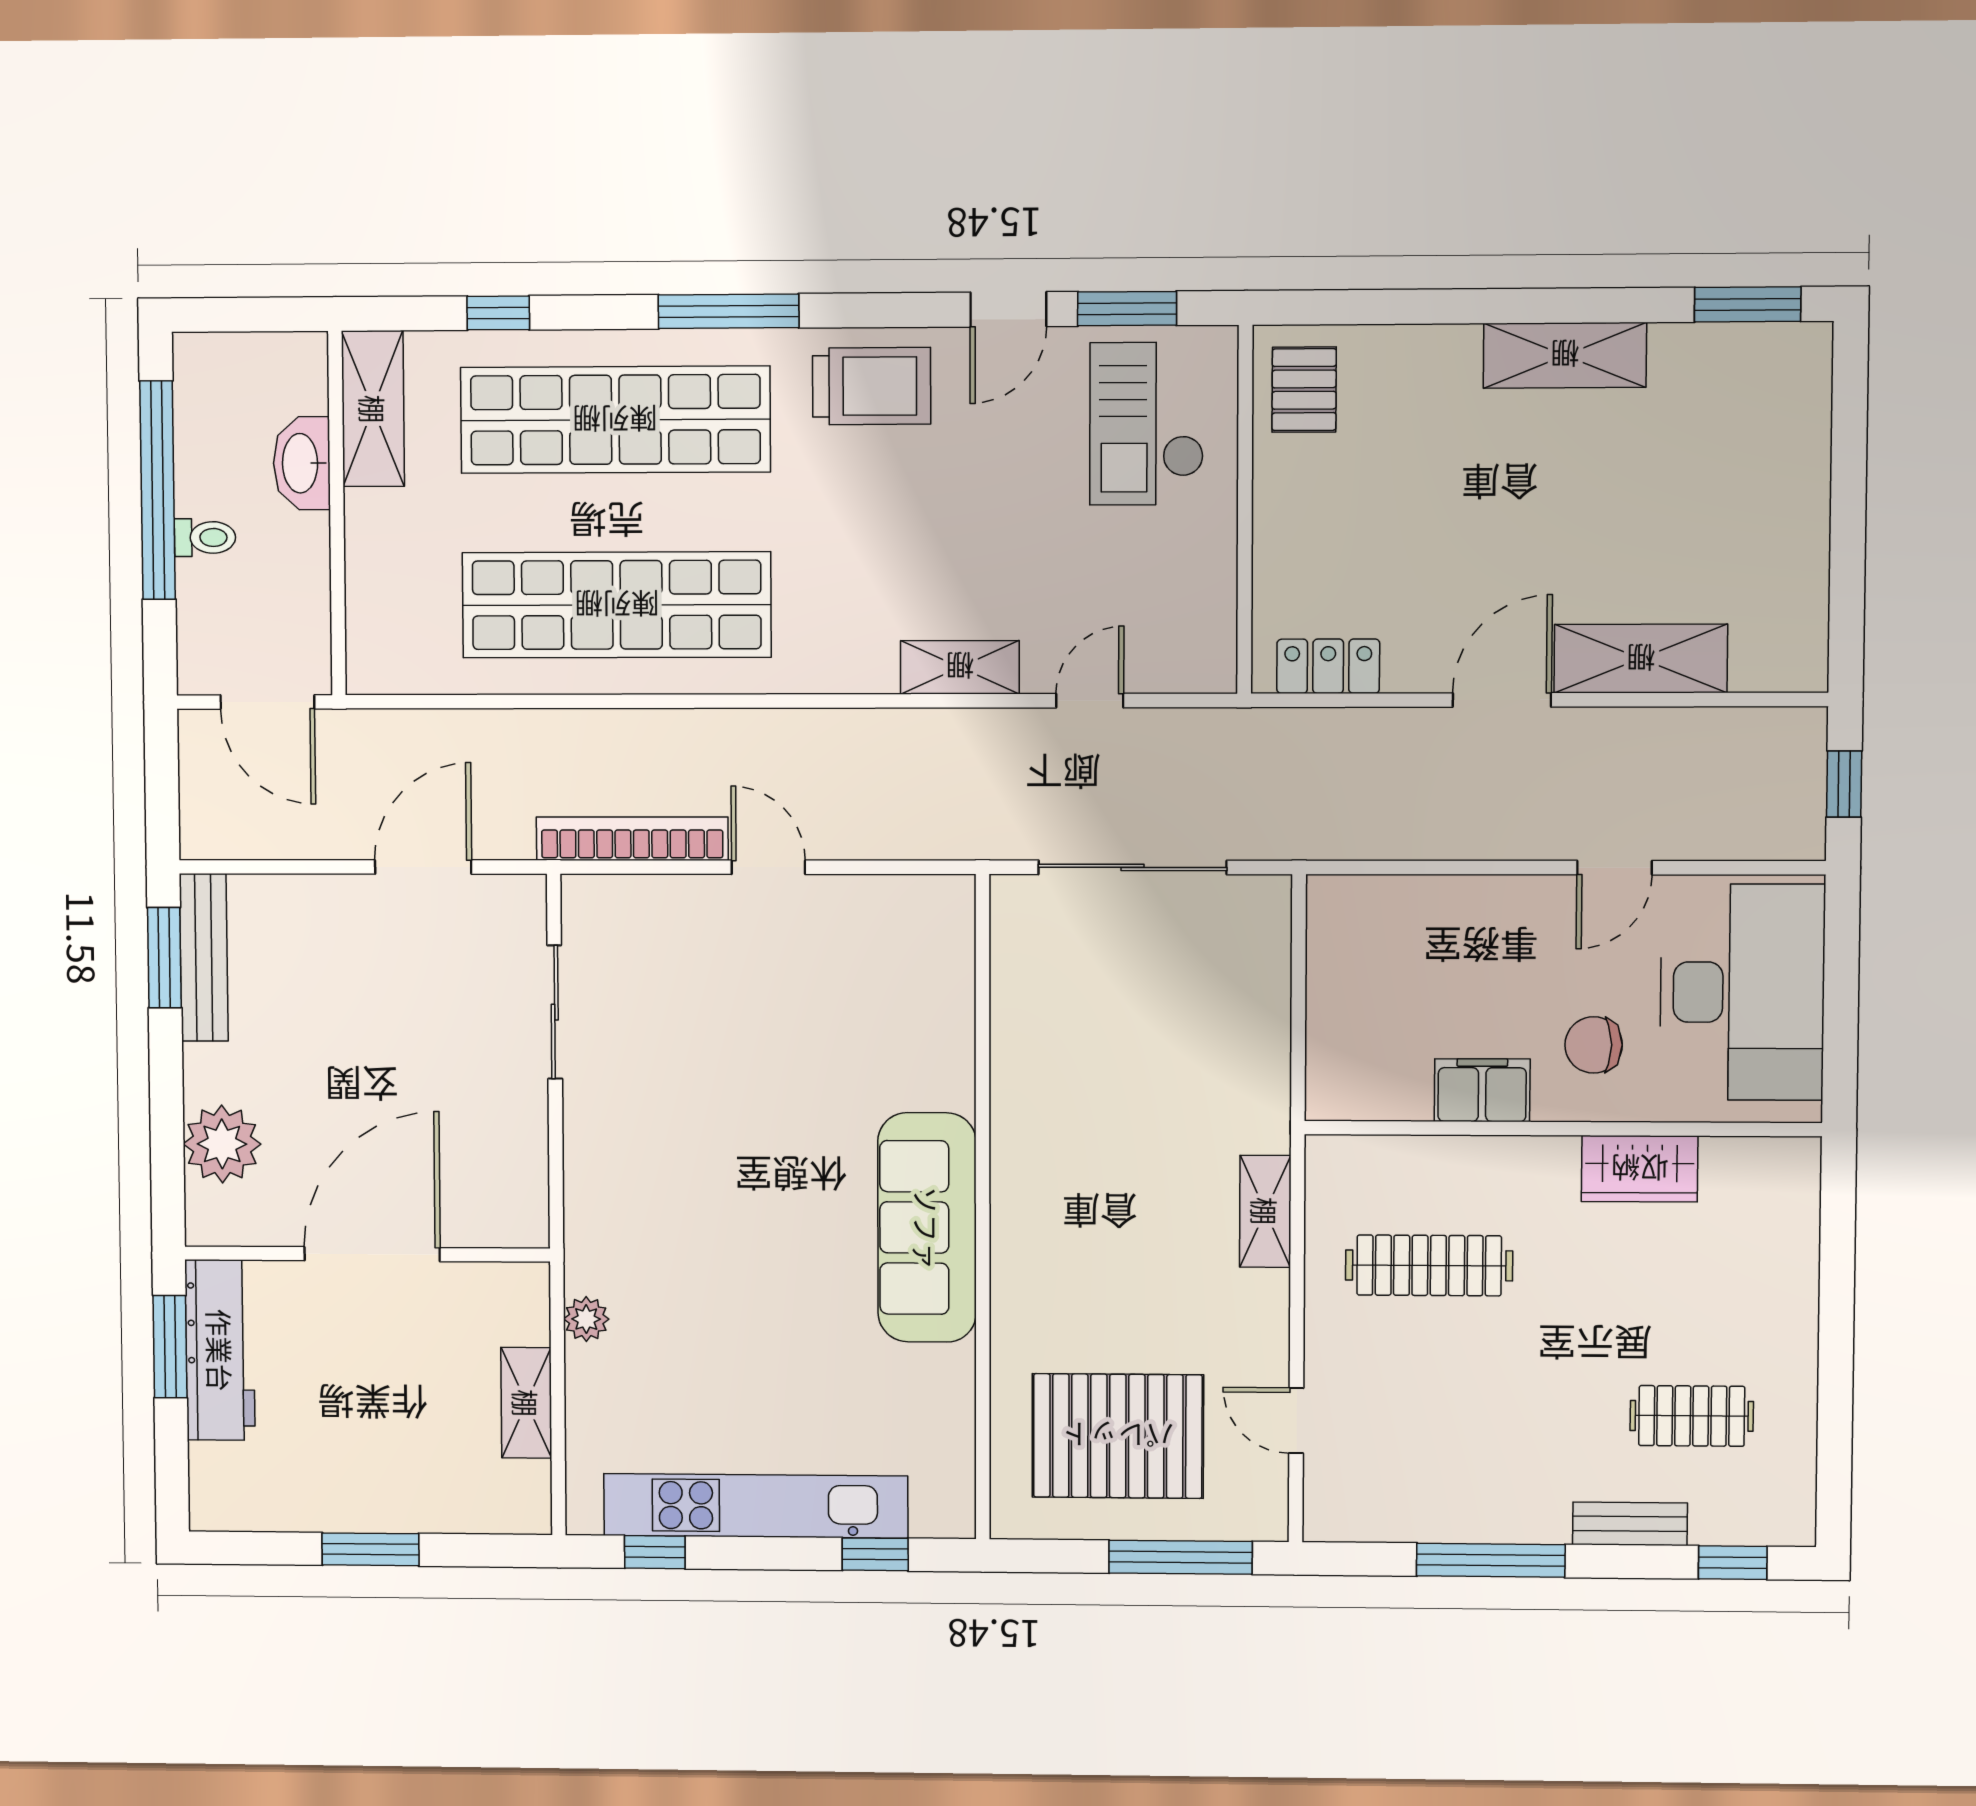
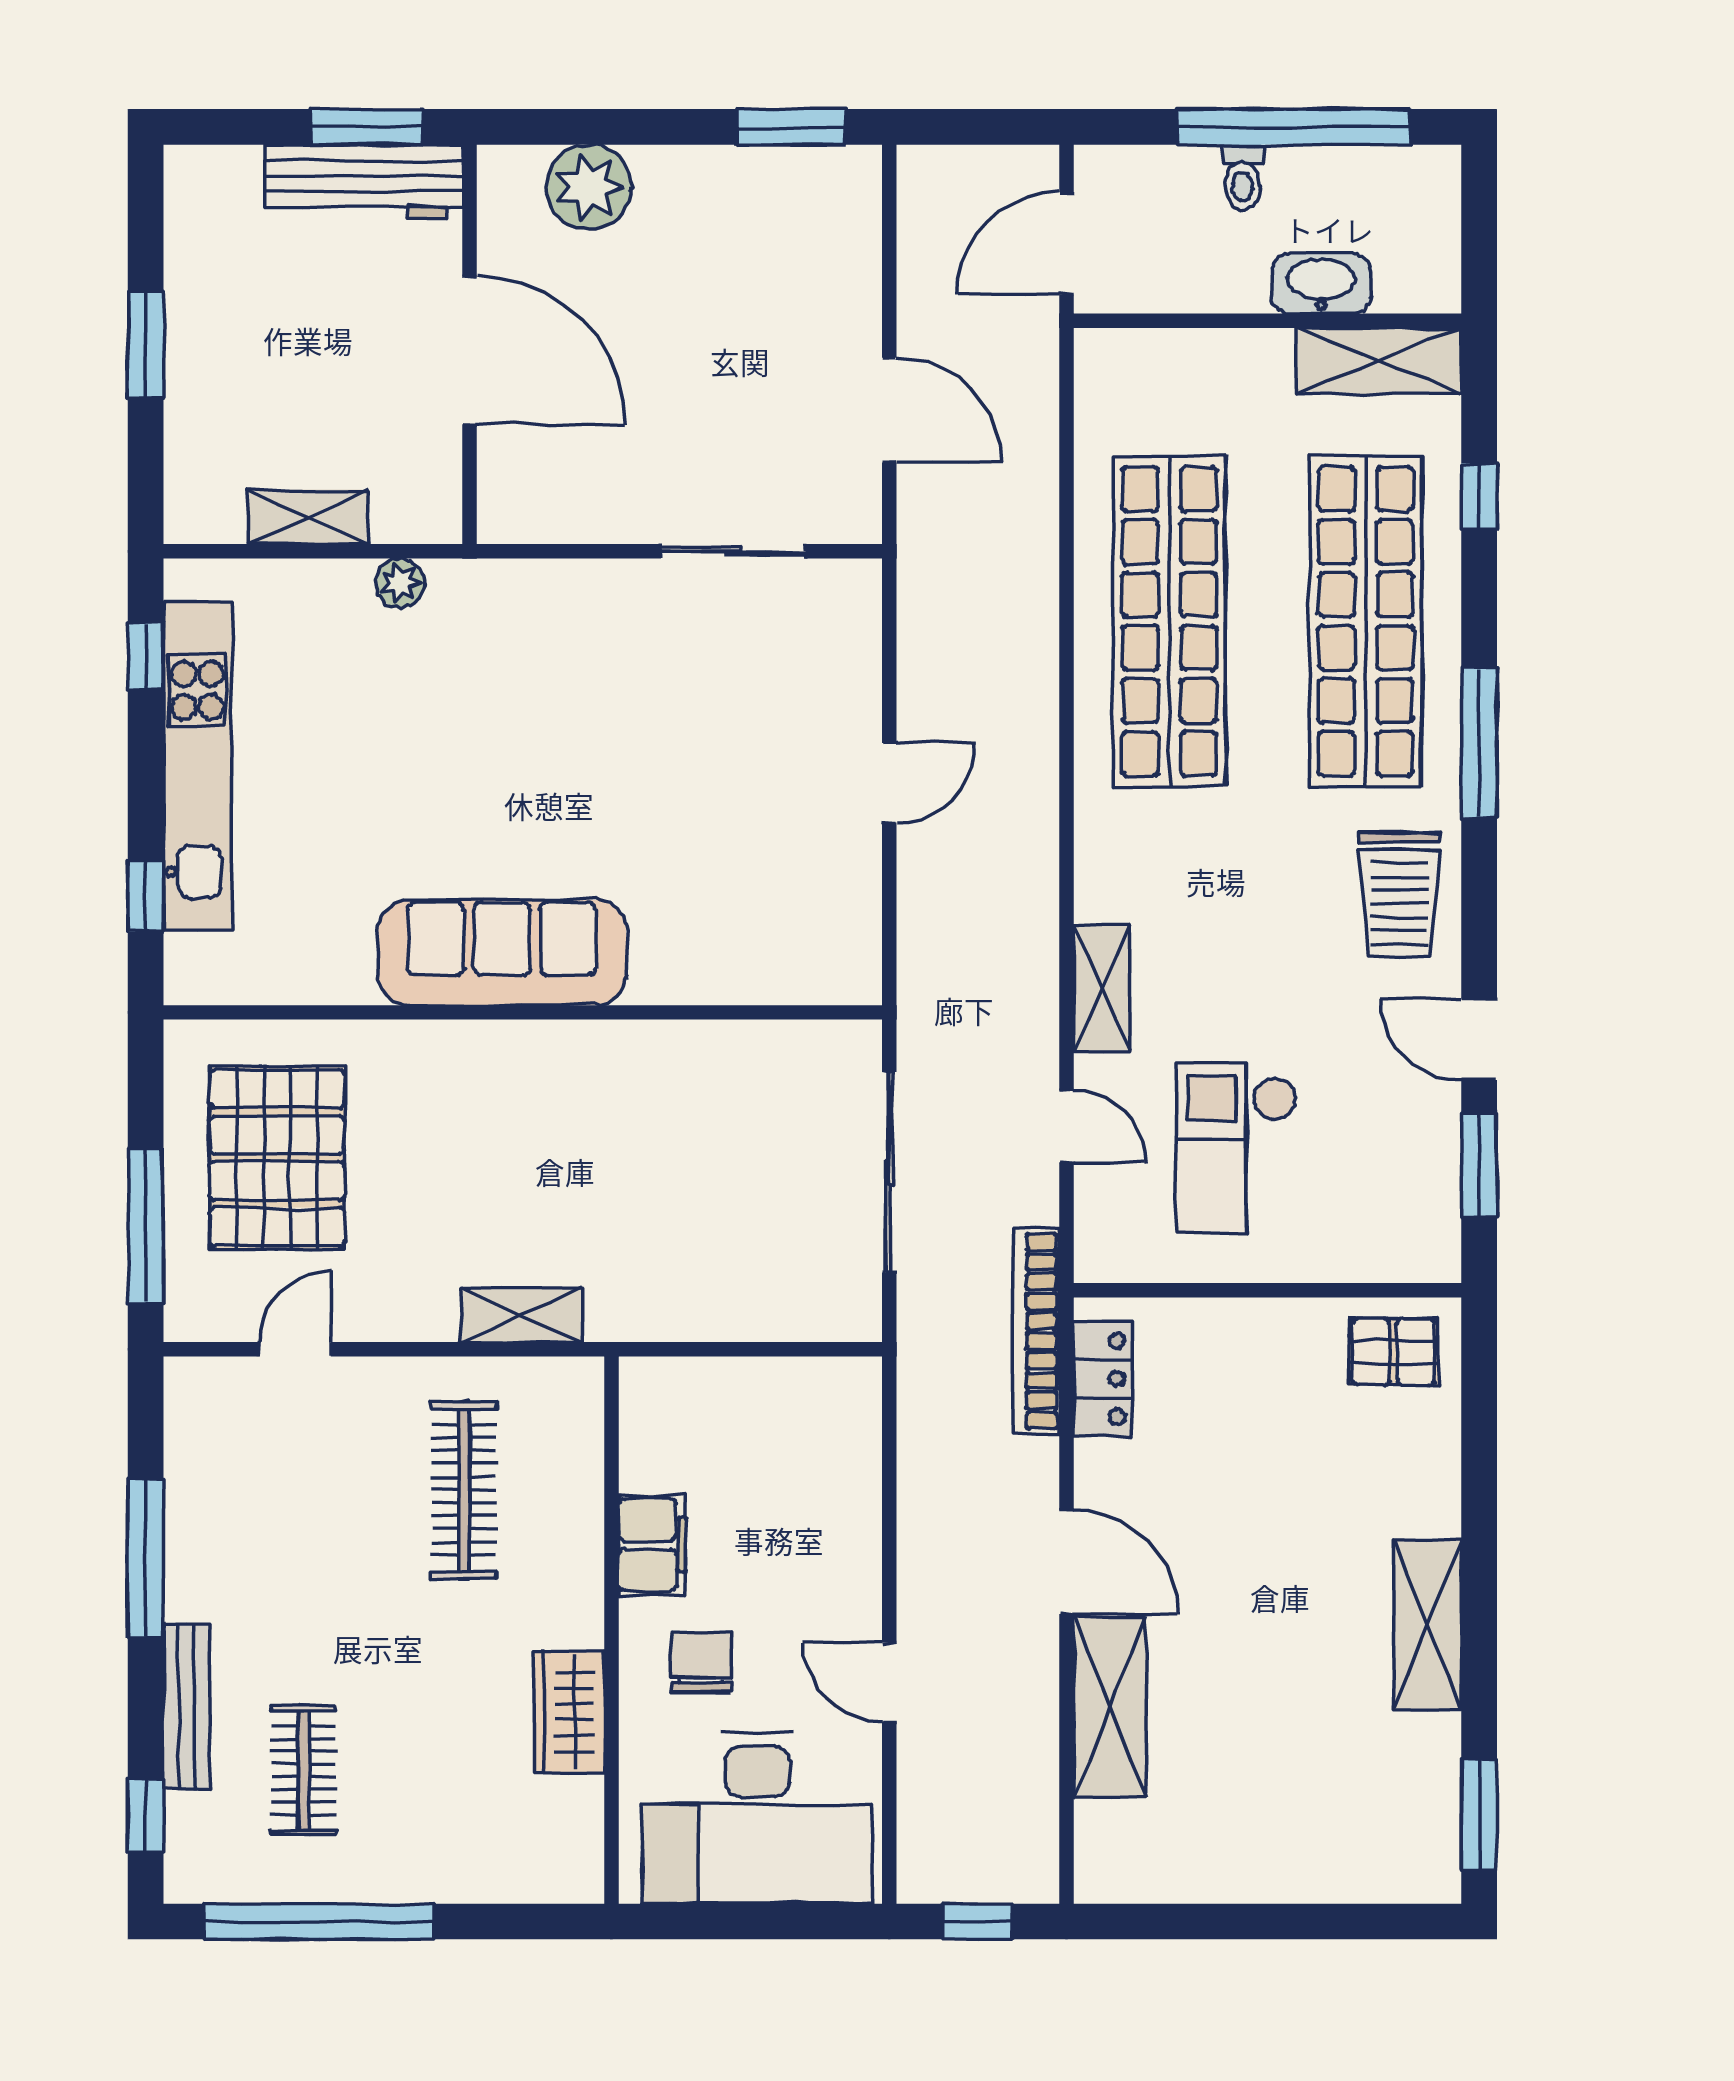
checkout: (1147, 424) -> (1236, 1148), moved, turned -90
bookcase: (632, 839) -> (1036, 1331), moved, turned 180
bench: (204, 957) -> (791, 170), removed
window: (1835, 1403) -> (319, 1921), added
bench: (1630, 1524) -> (187, 1706), width x1.36

